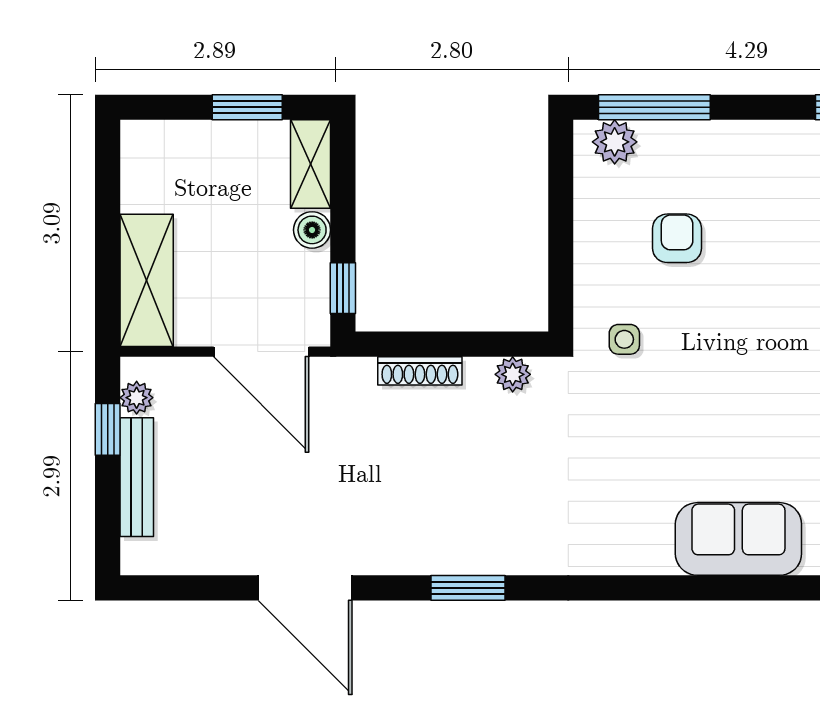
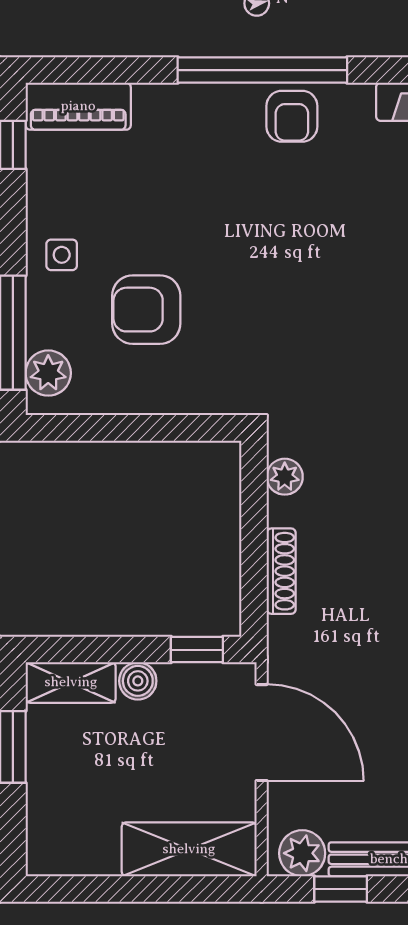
armchair: (677, 238) -> (146, 310), width x1.38, depth x1.38
side table: (624, 339) -> (62, 255), moved
door: (261, 352) -> (262, 733), hinge flipped
plant: (137, 398) -> (302, 853), width x1.38, depth x1.38

